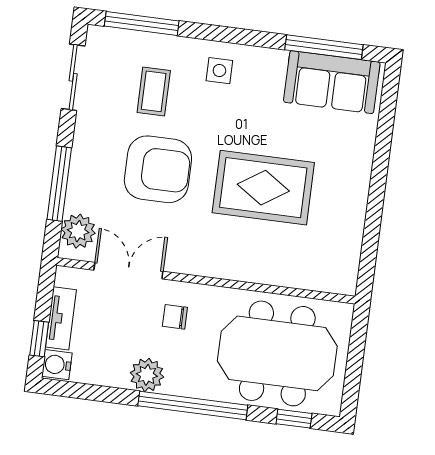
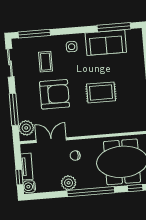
sofa: (332, 82) -> (106, 43), moved
rug: (263, 188) -> (101, 92), width x0.73, depth x0.70

